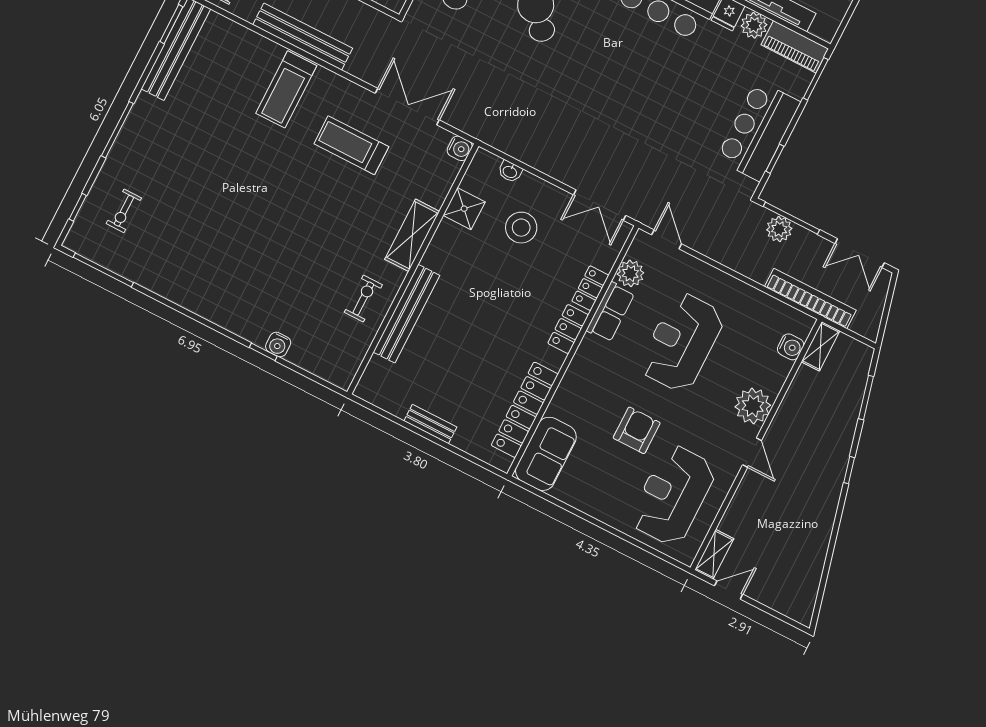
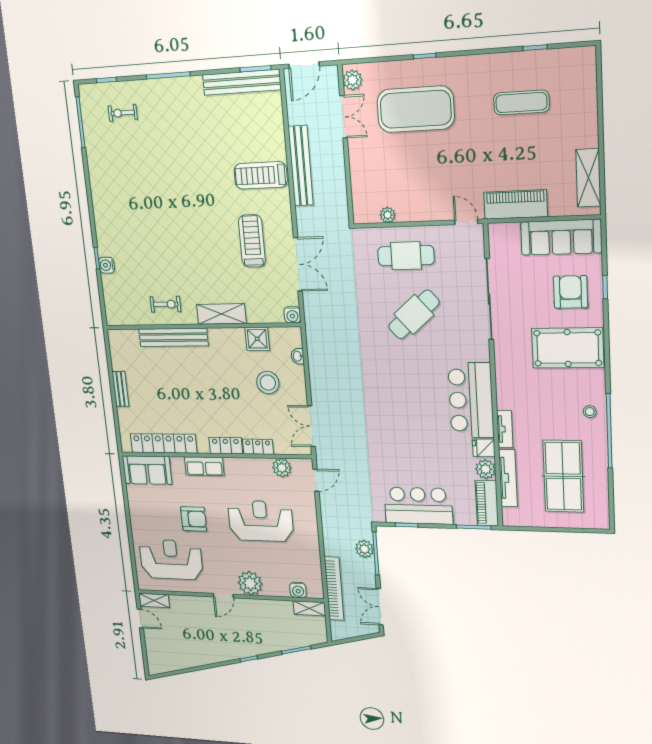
row of seats: (610, 312) -> (204, 466), moved

